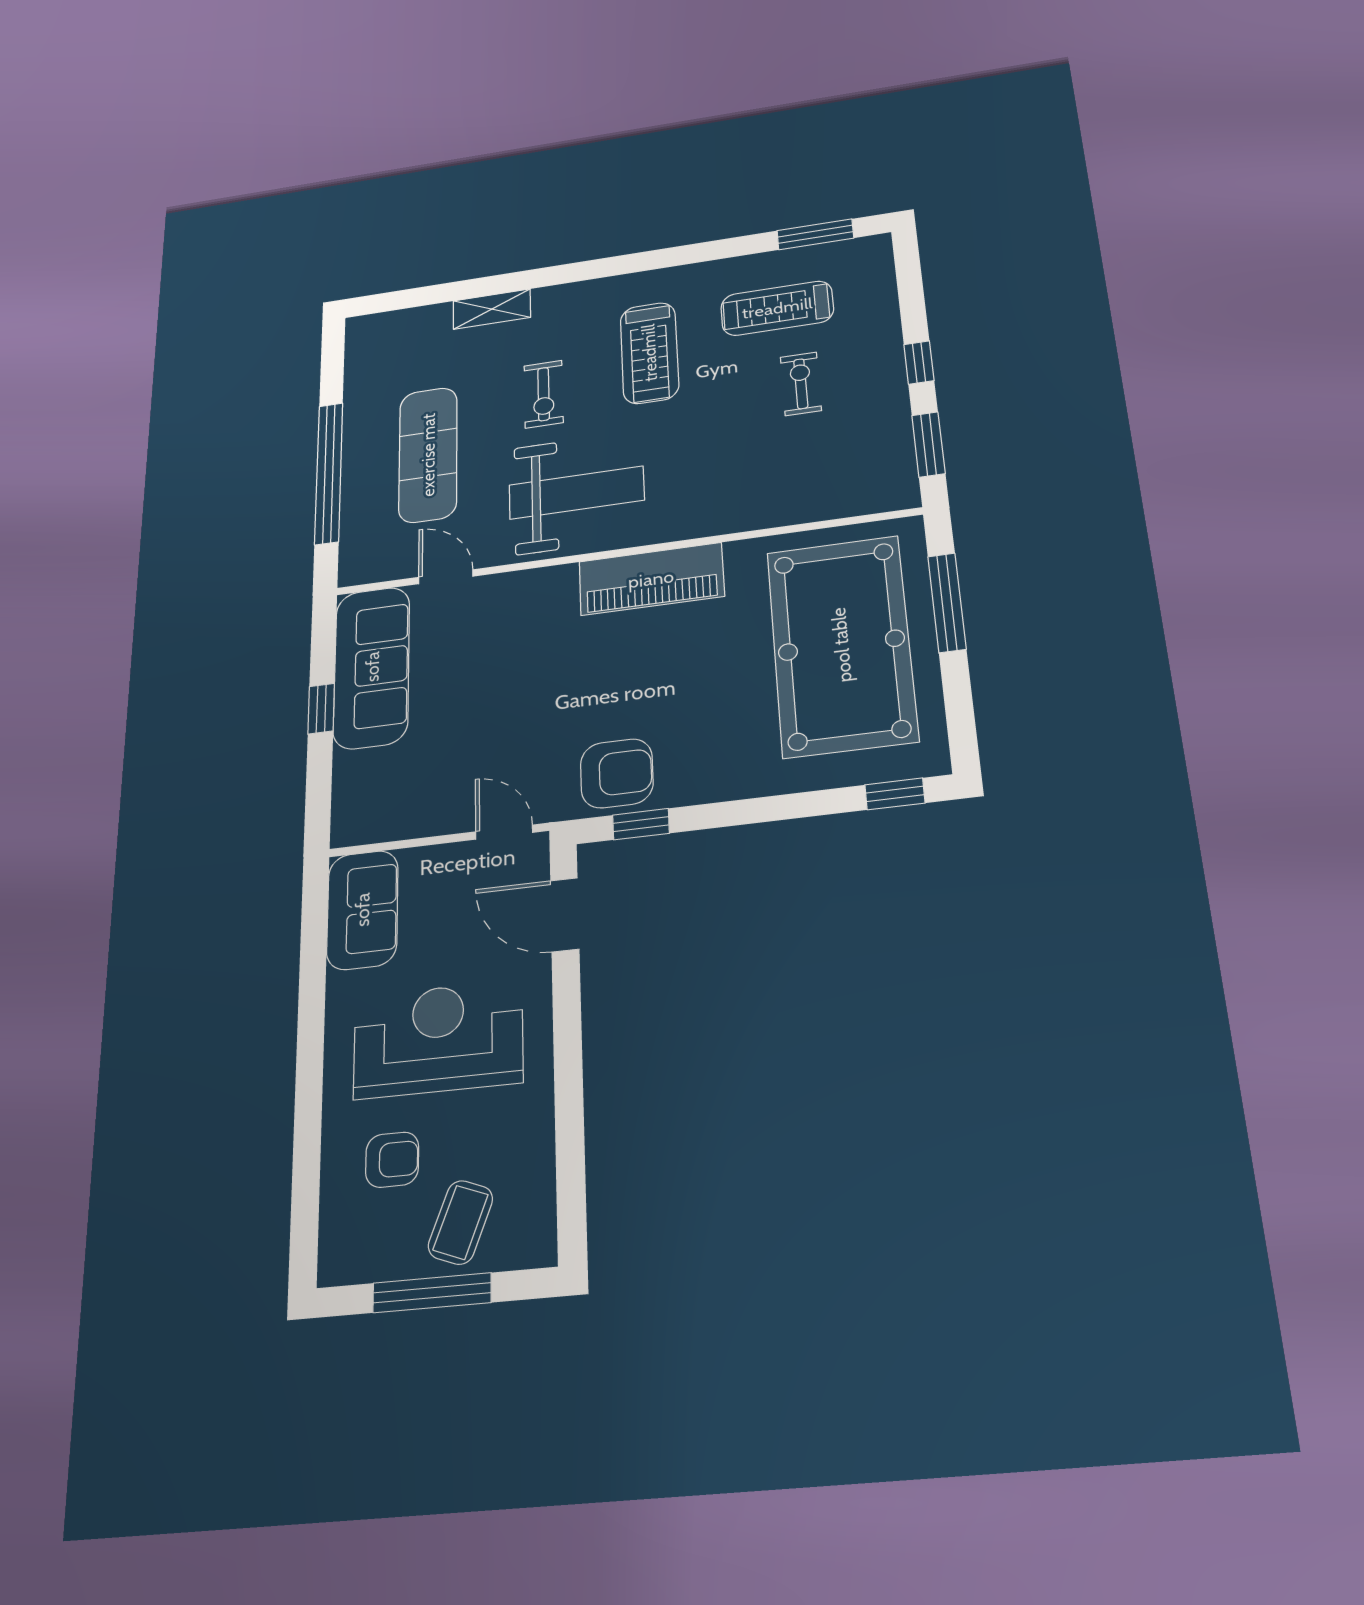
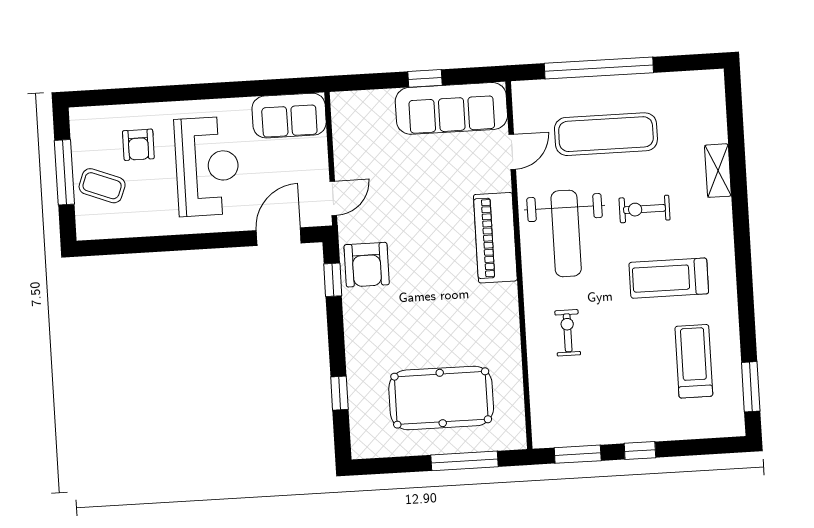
exercise bike: (801, 384) -> (568, 333), moved, turned -90
piano: (651, 579) -> (495, 238), moved
pool table: (841, 645) -> (441, 398), width x0.73, depth x0.76
window: (895, 794) -> (339, 393), moved

